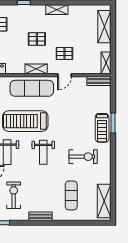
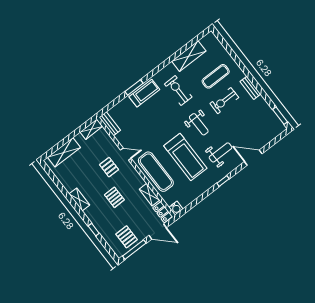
shelving: (36, 69) -> (149, 195), moved
weight bench: (43, 152) -> (199, 124), turned 90
exercise bike: (14, 195) -> (224, 101), moved
shelving: (104, 201) -> (189, 56), moved

